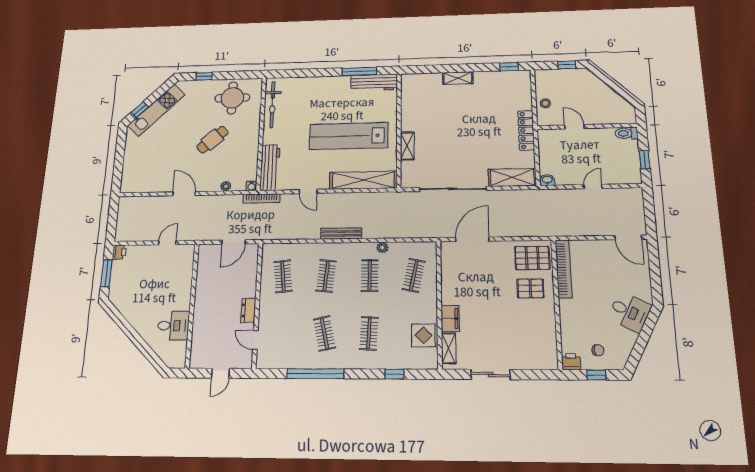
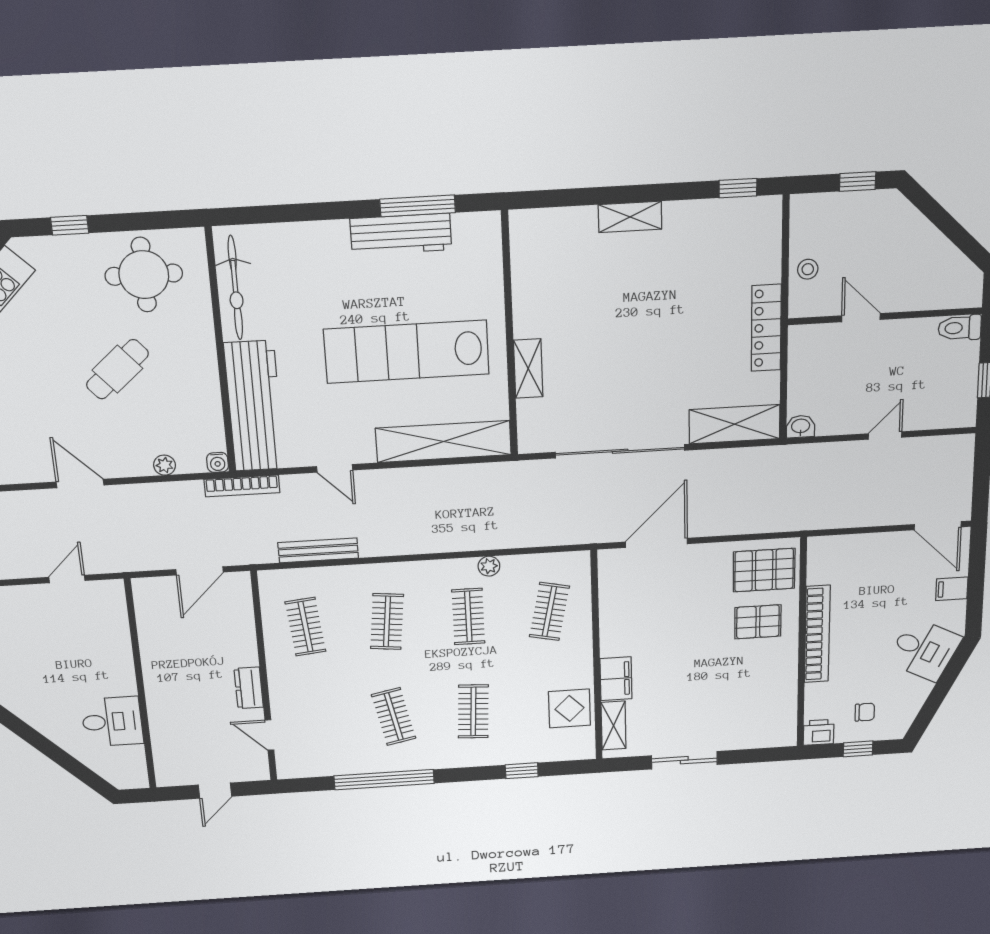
workbench: (374, 83) -> (401, 234), moved
workbench: (270, 168) -> (254, 406), width x1.36, depth x1.32
bench: (341, 234) -> (318, 550), moved
bookcase: (564, 269) -> (817, 634), moved
filing cabinet: (641, 275) -> (952, 589), added

